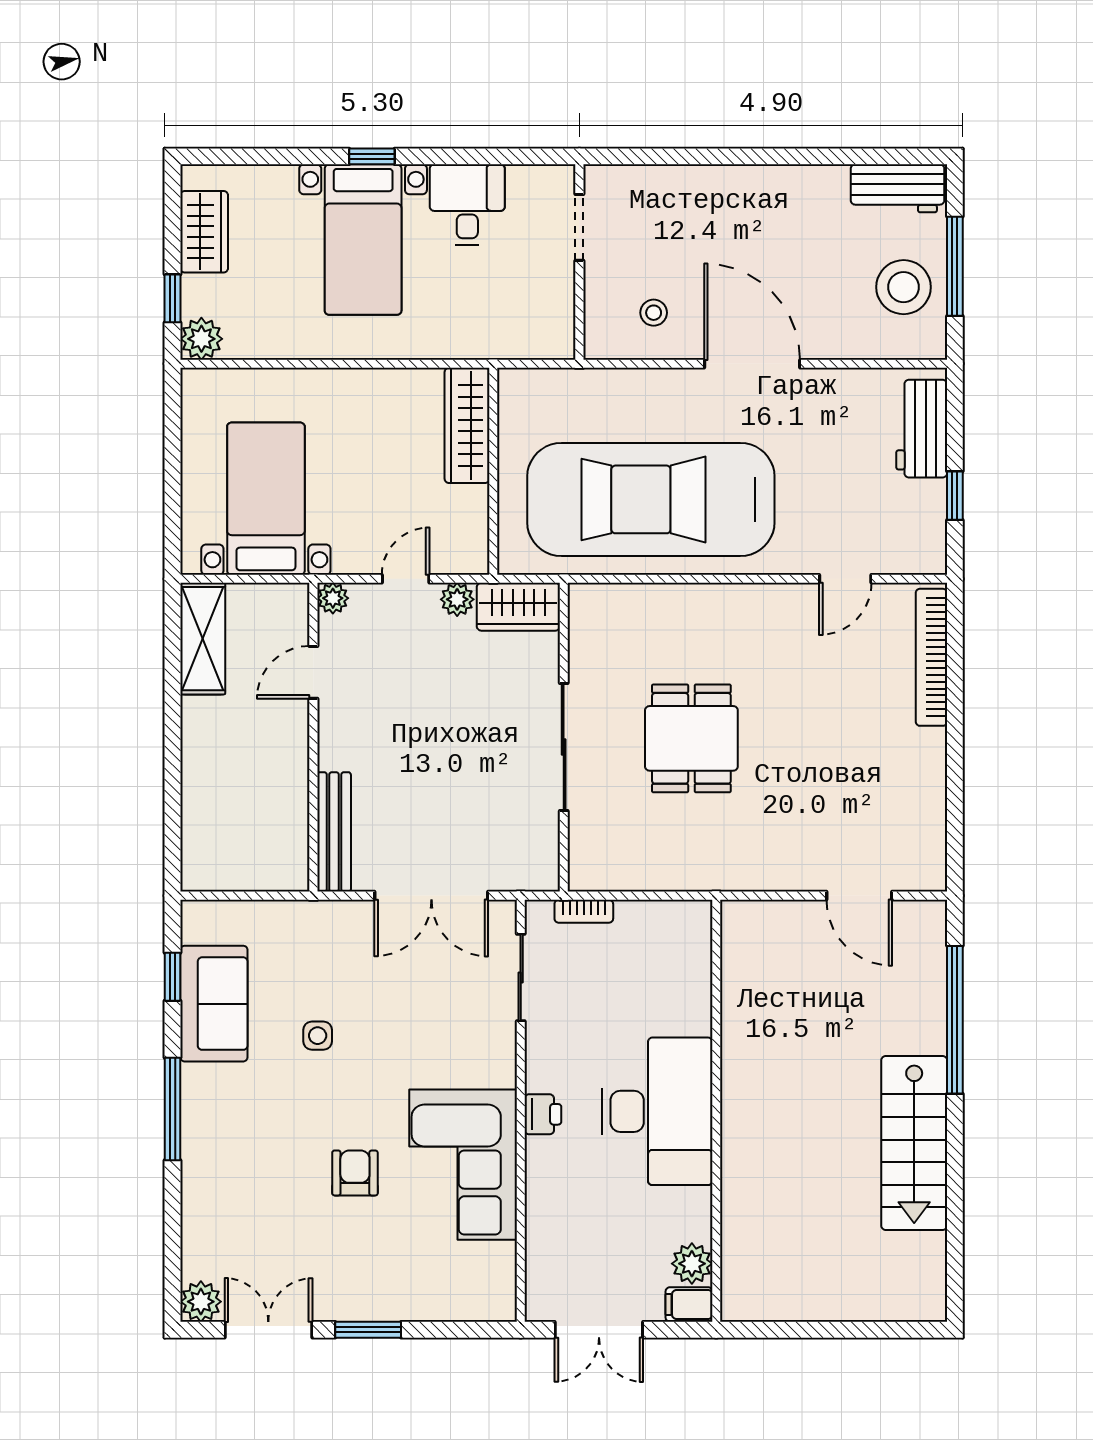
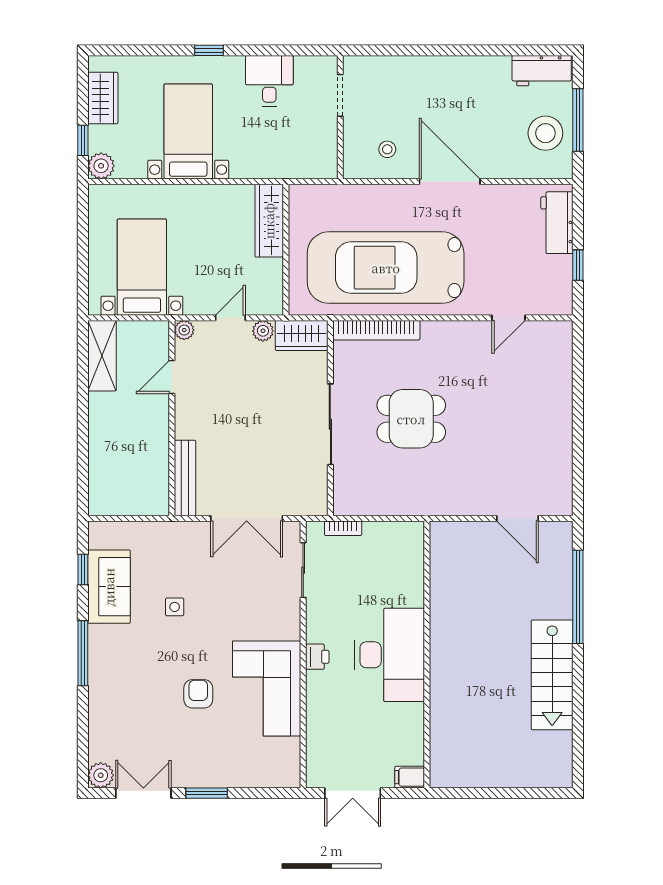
bed with nightstands: (363, 240) -> (188, 131), moved, turned 180
bookcase: (931, 657) -> (376, 330), moved, turned -90
dining table: (691, 738) -> (411, 419), turned 90
plant: (692, 1264) -> (412, 751), removed

